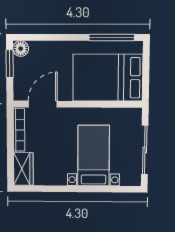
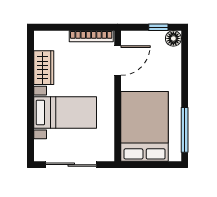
window: (10, 64) -> (158, 27), width x0.67
door: (43, 104) -> (118, 61), hinge flipped
wardrobe: (23, 169) -> (44, 68), moved, turned -90

